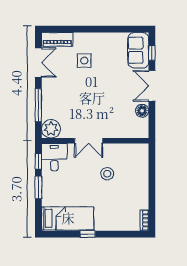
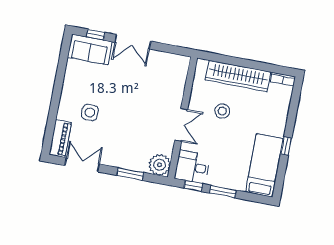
window: (38, 105) -> (130, 174), width x0.69
floor lamp: (142, 111) -> (159, 58), removed
wardrobe: (140, 181) -> (238, 76), added

